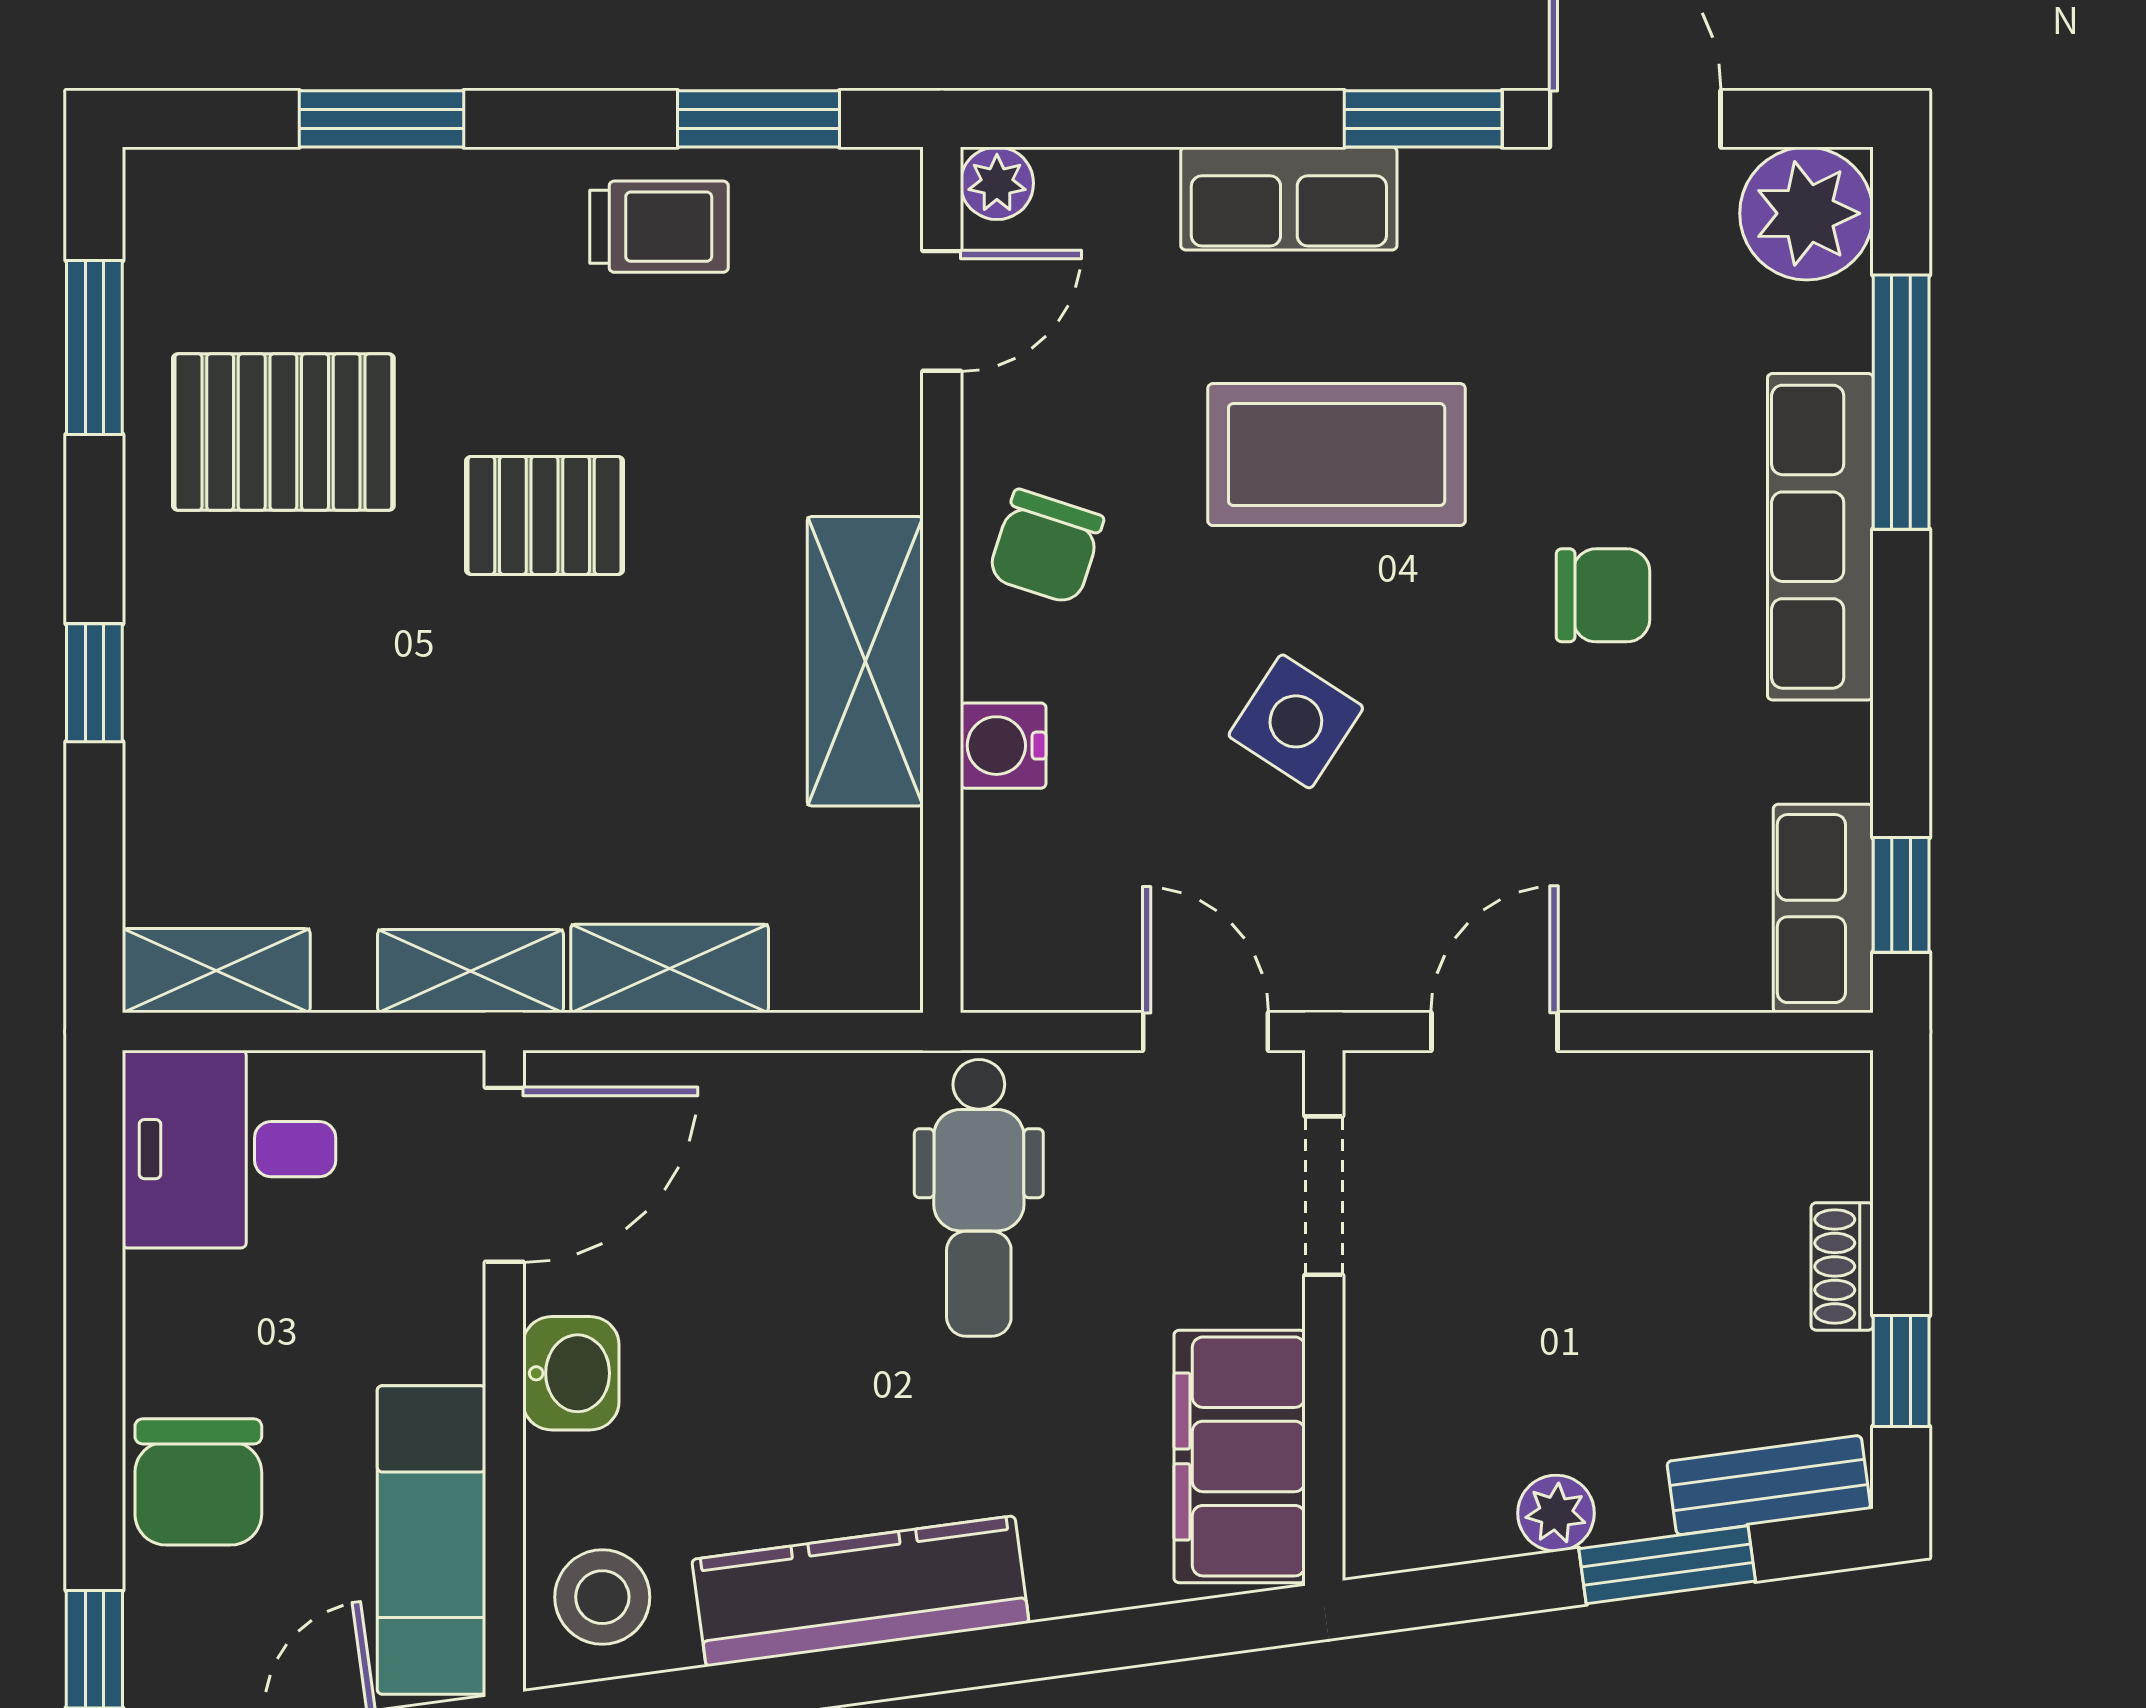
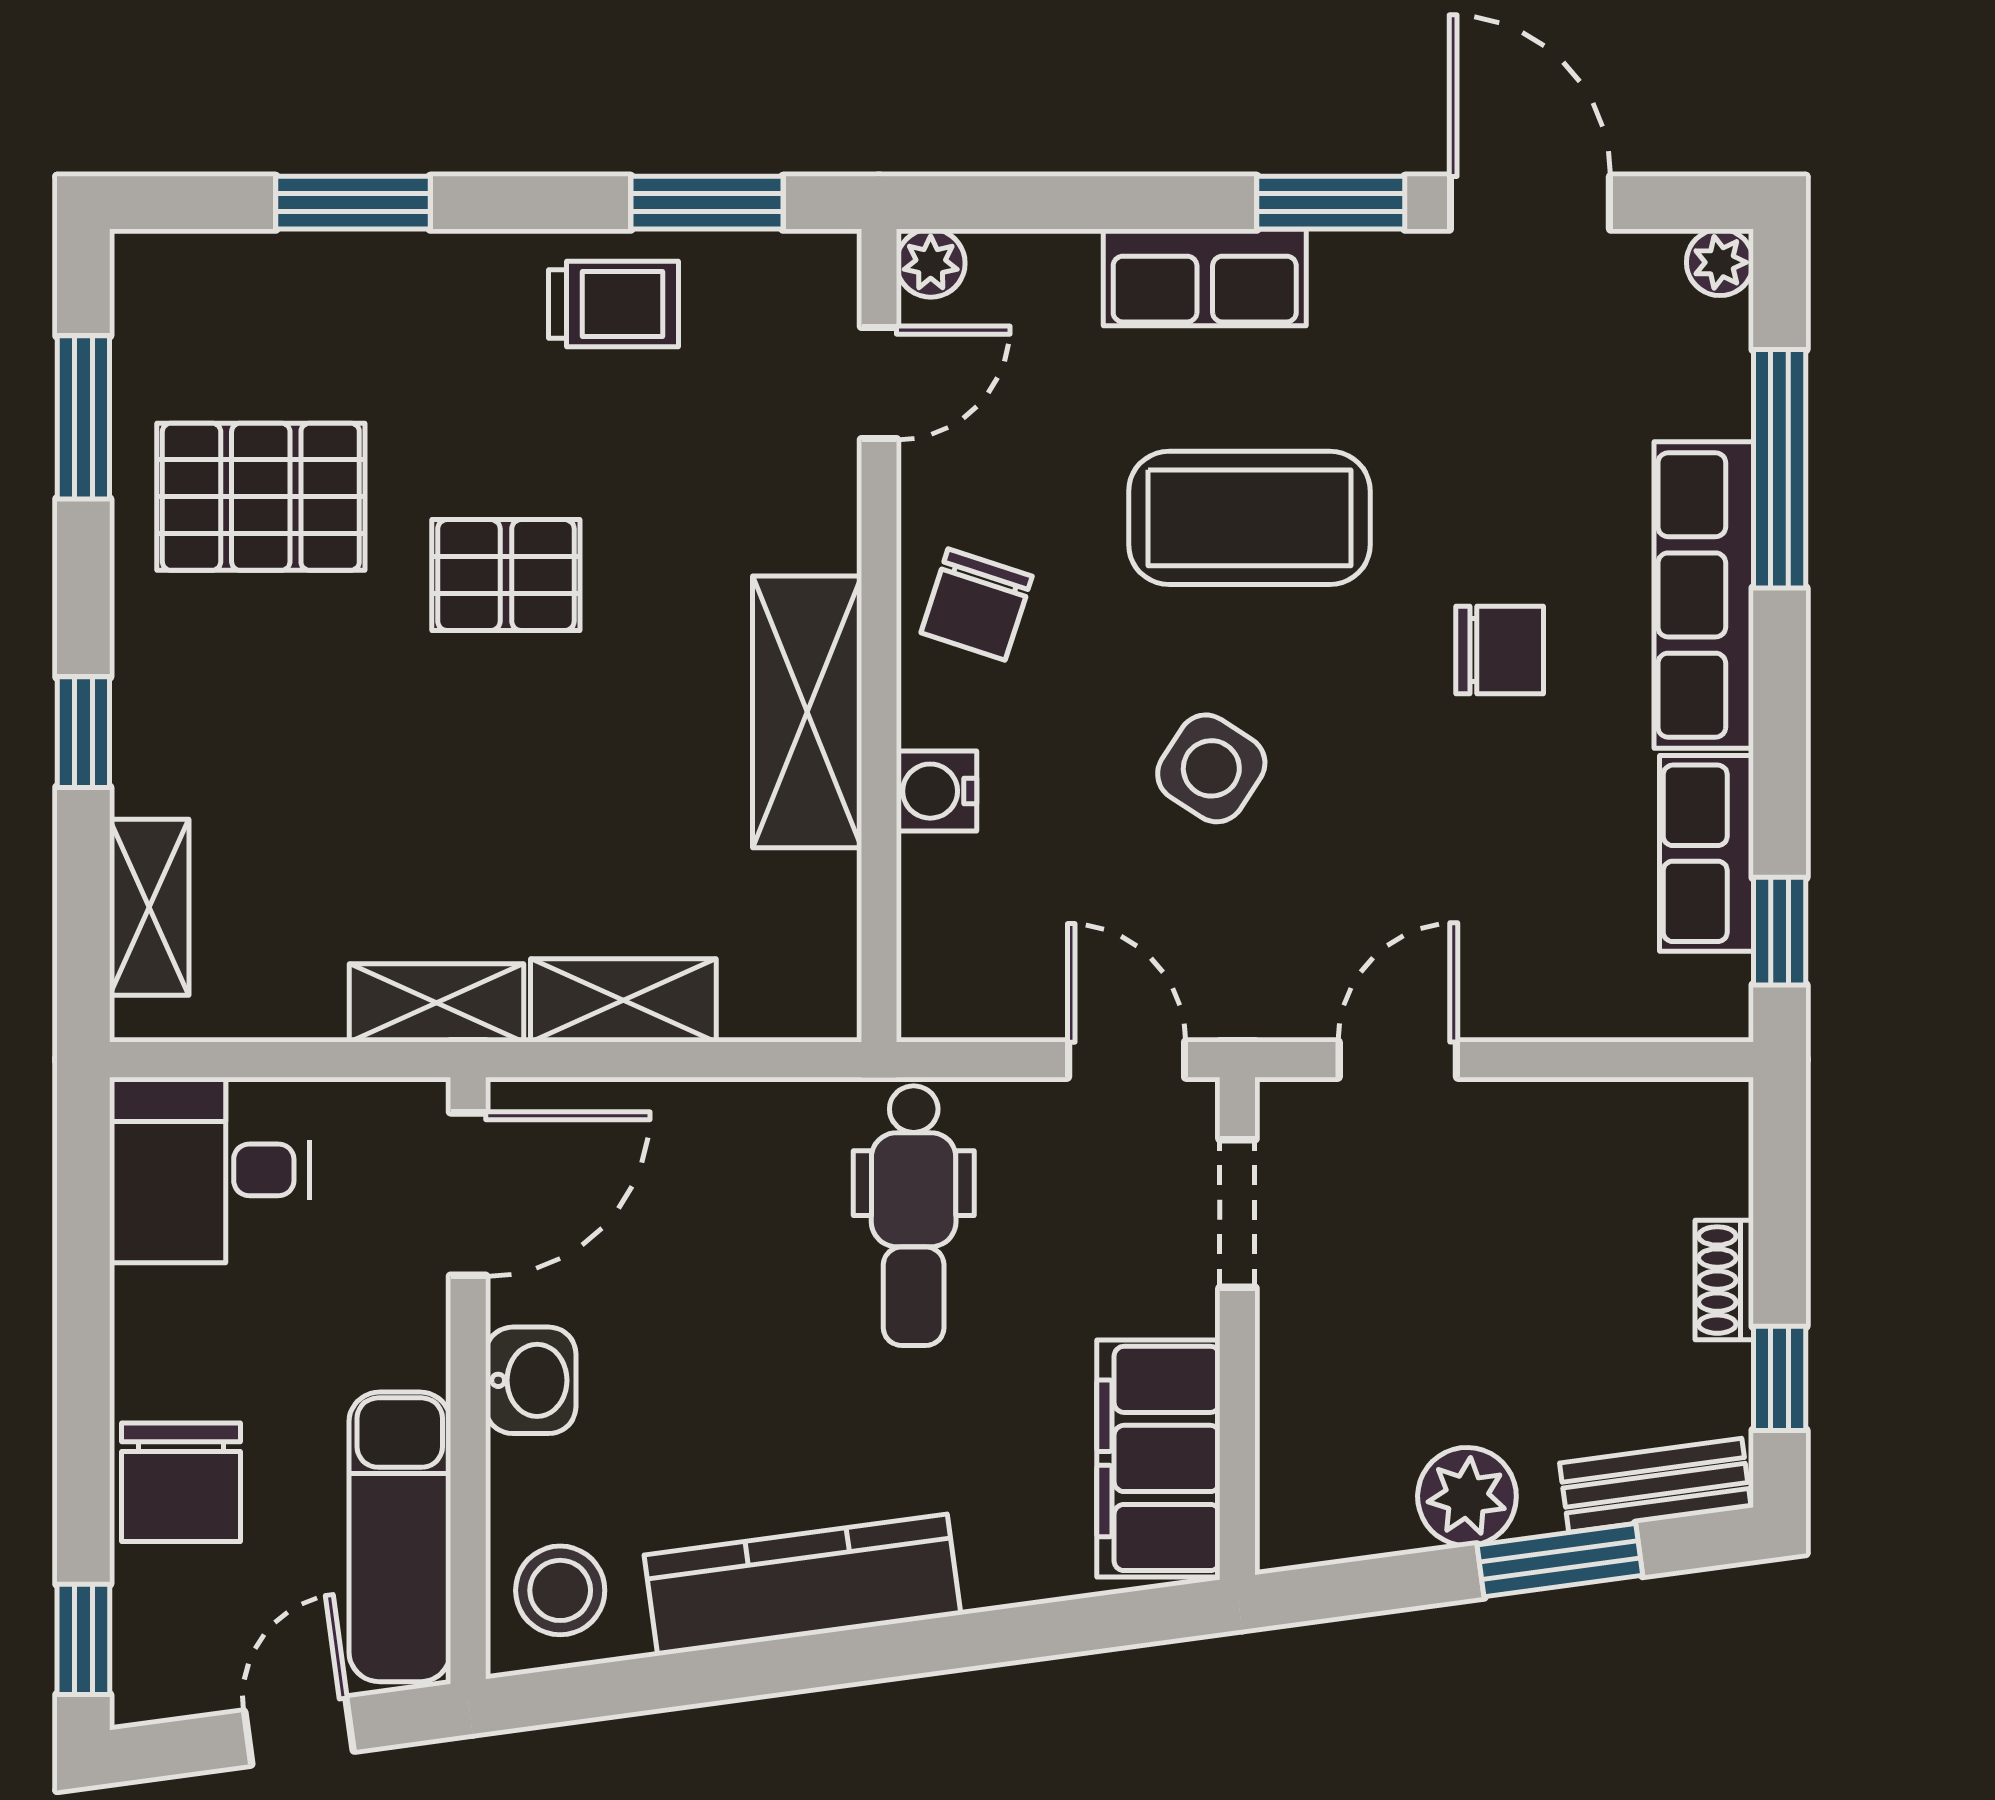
plant: (1807, 213) -> (1720, 262), width x0.53, depth x0.53
row of seats: (1823, 909) -> (1706, 853), moved
shelving: (216, 971) -> (149, 907), moved, turned 90
plant: (1556, 1513) -> (1467, 1497), width x1.38, depth x1.38

